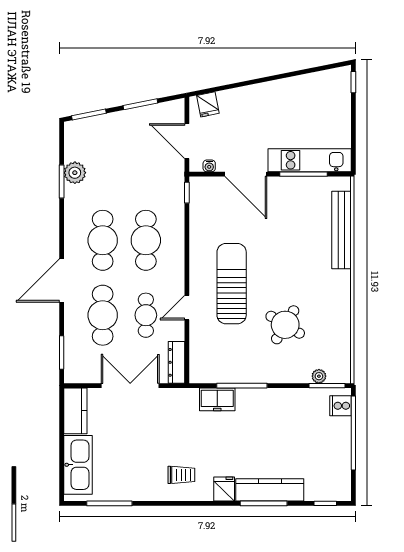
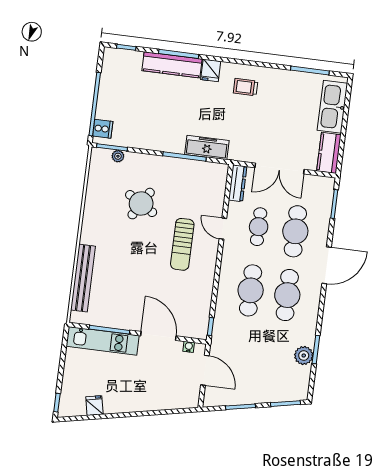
fridge: (208, 104) -> (94, 406), moved
sun lounger: (232, 284) -> (182, 244), width x0.73, depth x0.75
door: (187, 308) -> (223, 229), swing flipped
freezer: (217, 399) -> (207, 147), width x1.40

